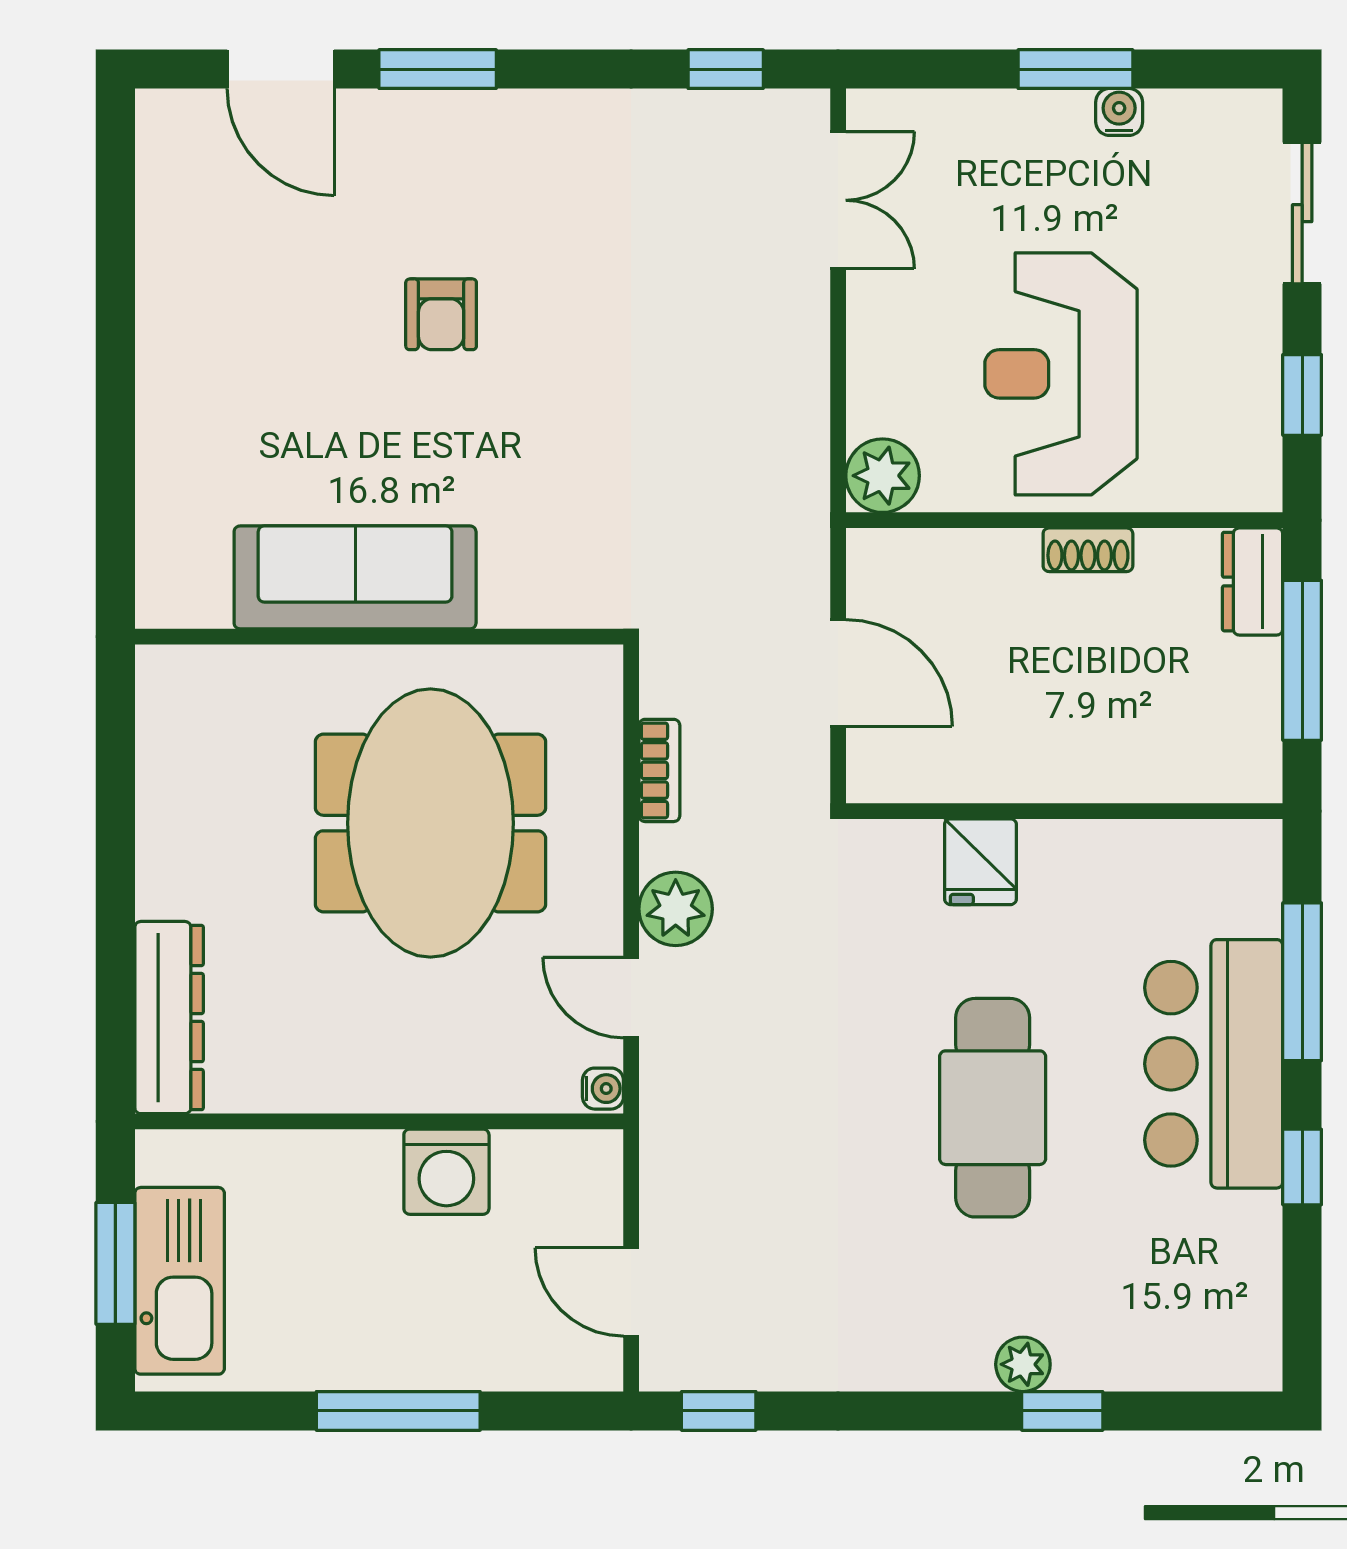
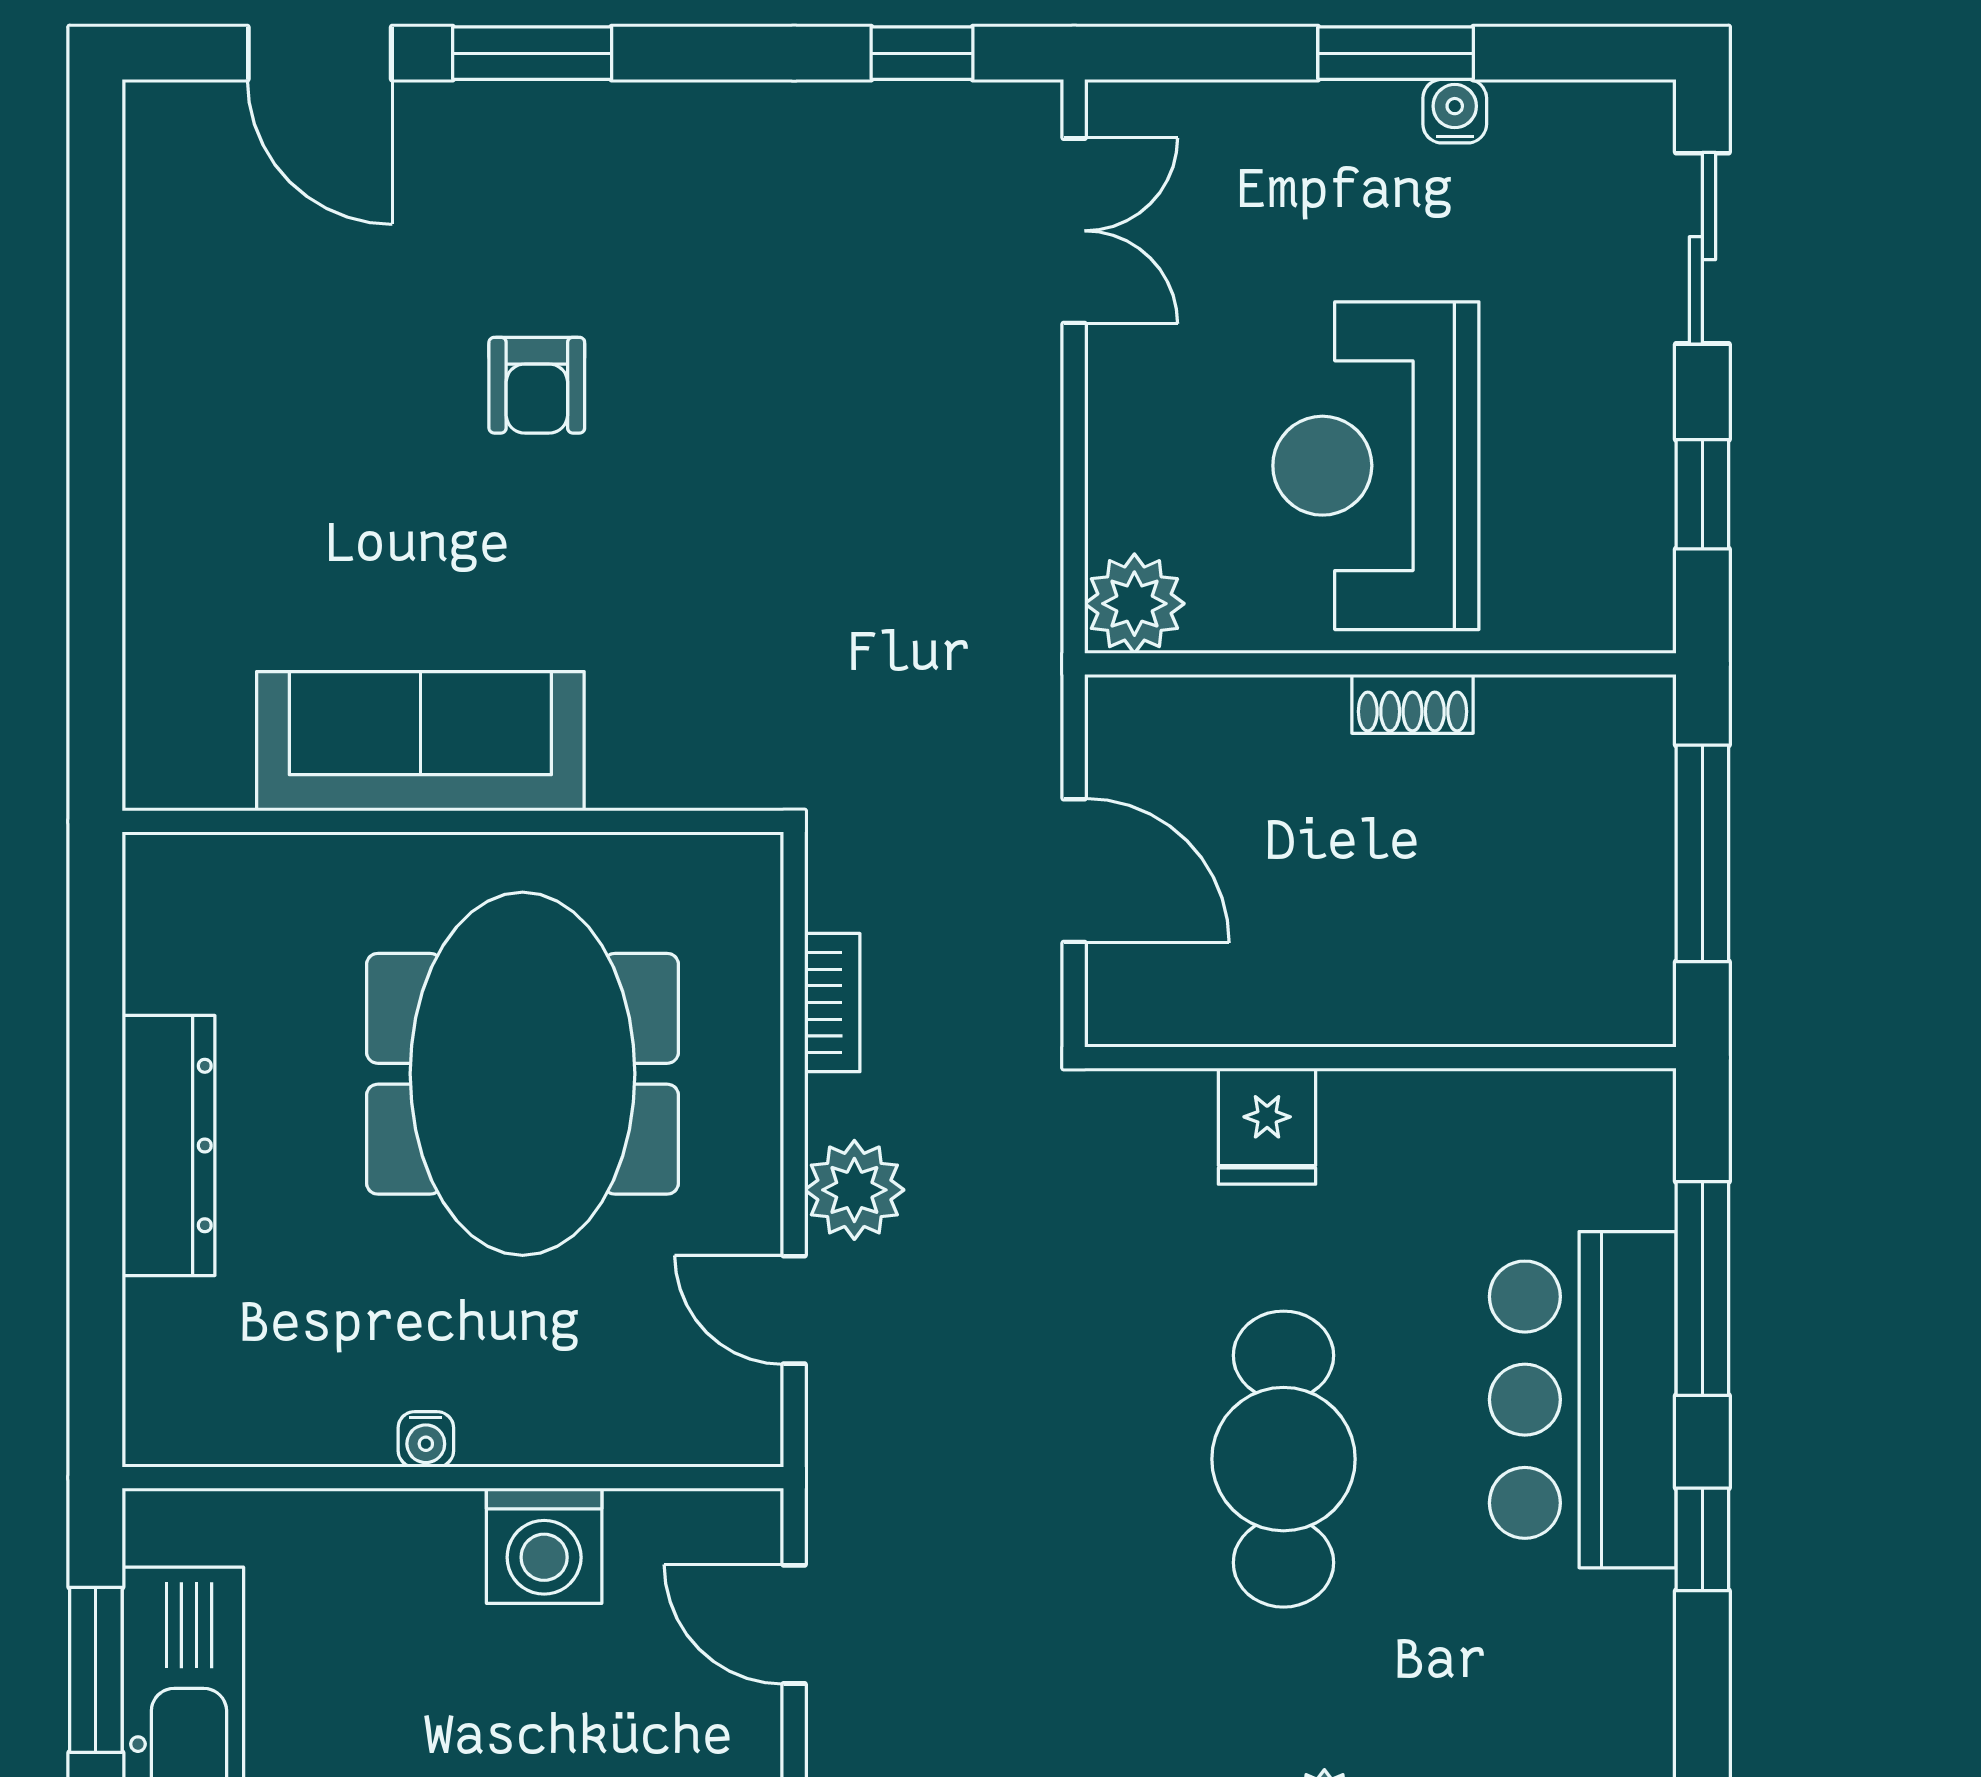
dresser: (1253, 582) -> (1635, 747), removed
dresser: (169, 1018) -> (169, 1146), moved
water cooler: (603, 1089) -> (426, 1439), moved, turned 90
door: (631, 1292) -> (794, 1624), moved

